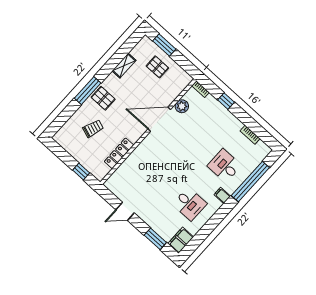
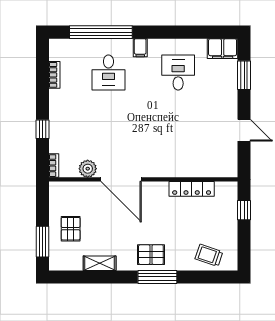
pallet: (103, 98) -> (151, 255), turned 90
trolley: (93, 128) -> (209, 255), moved

